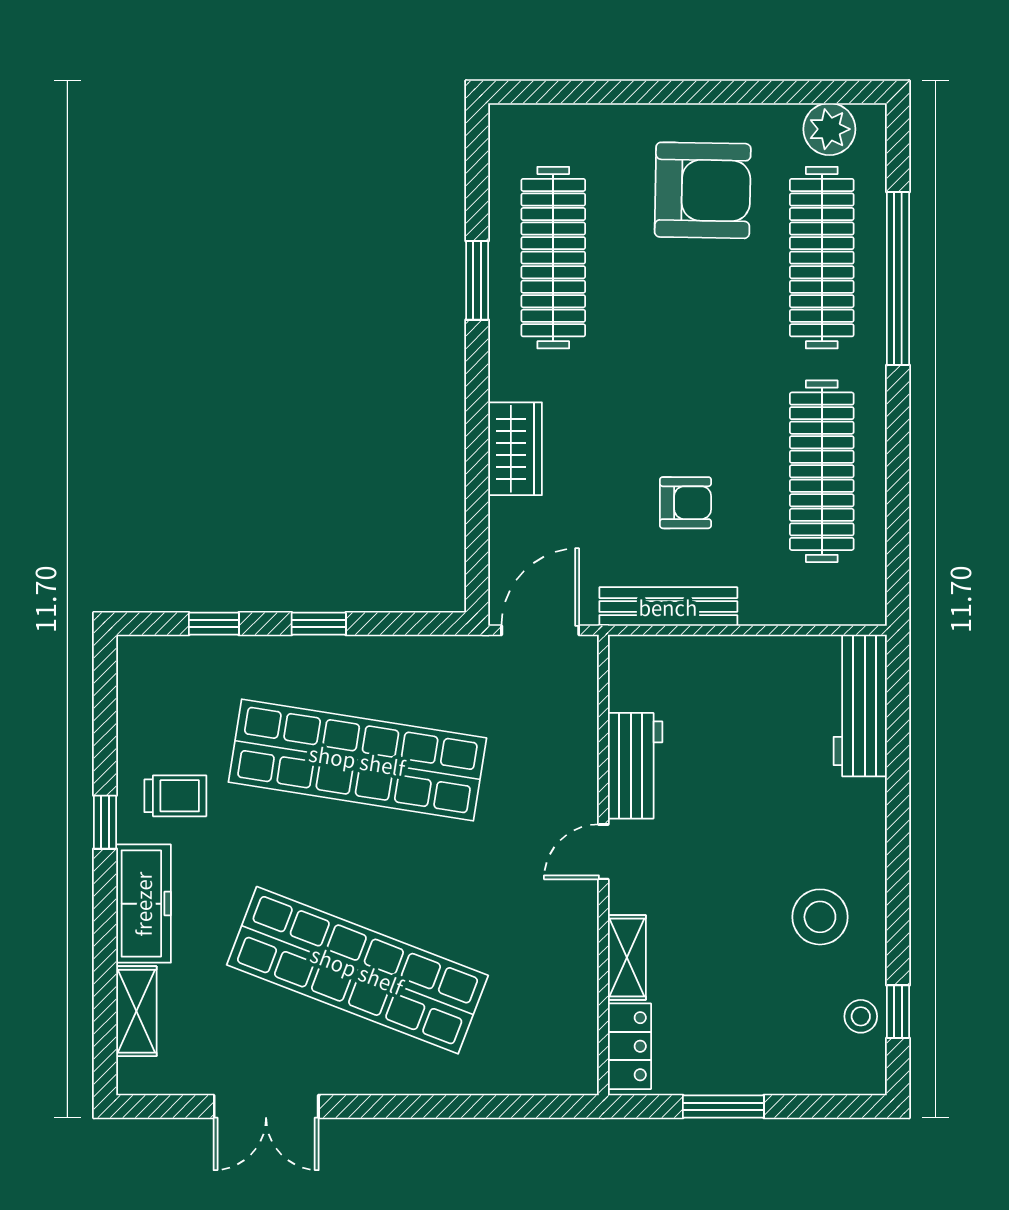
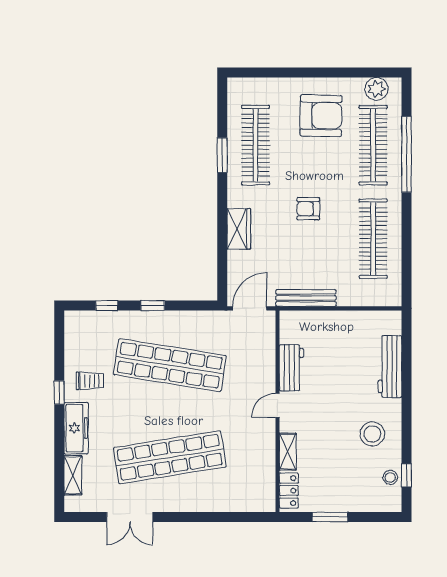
armchair: (686, 503) -> (308, 209), moved, turned 180
workbench: (860, 706) -> (390, 367), moved
shop shelf: (357, 970) -> (170, 457), turned -30

